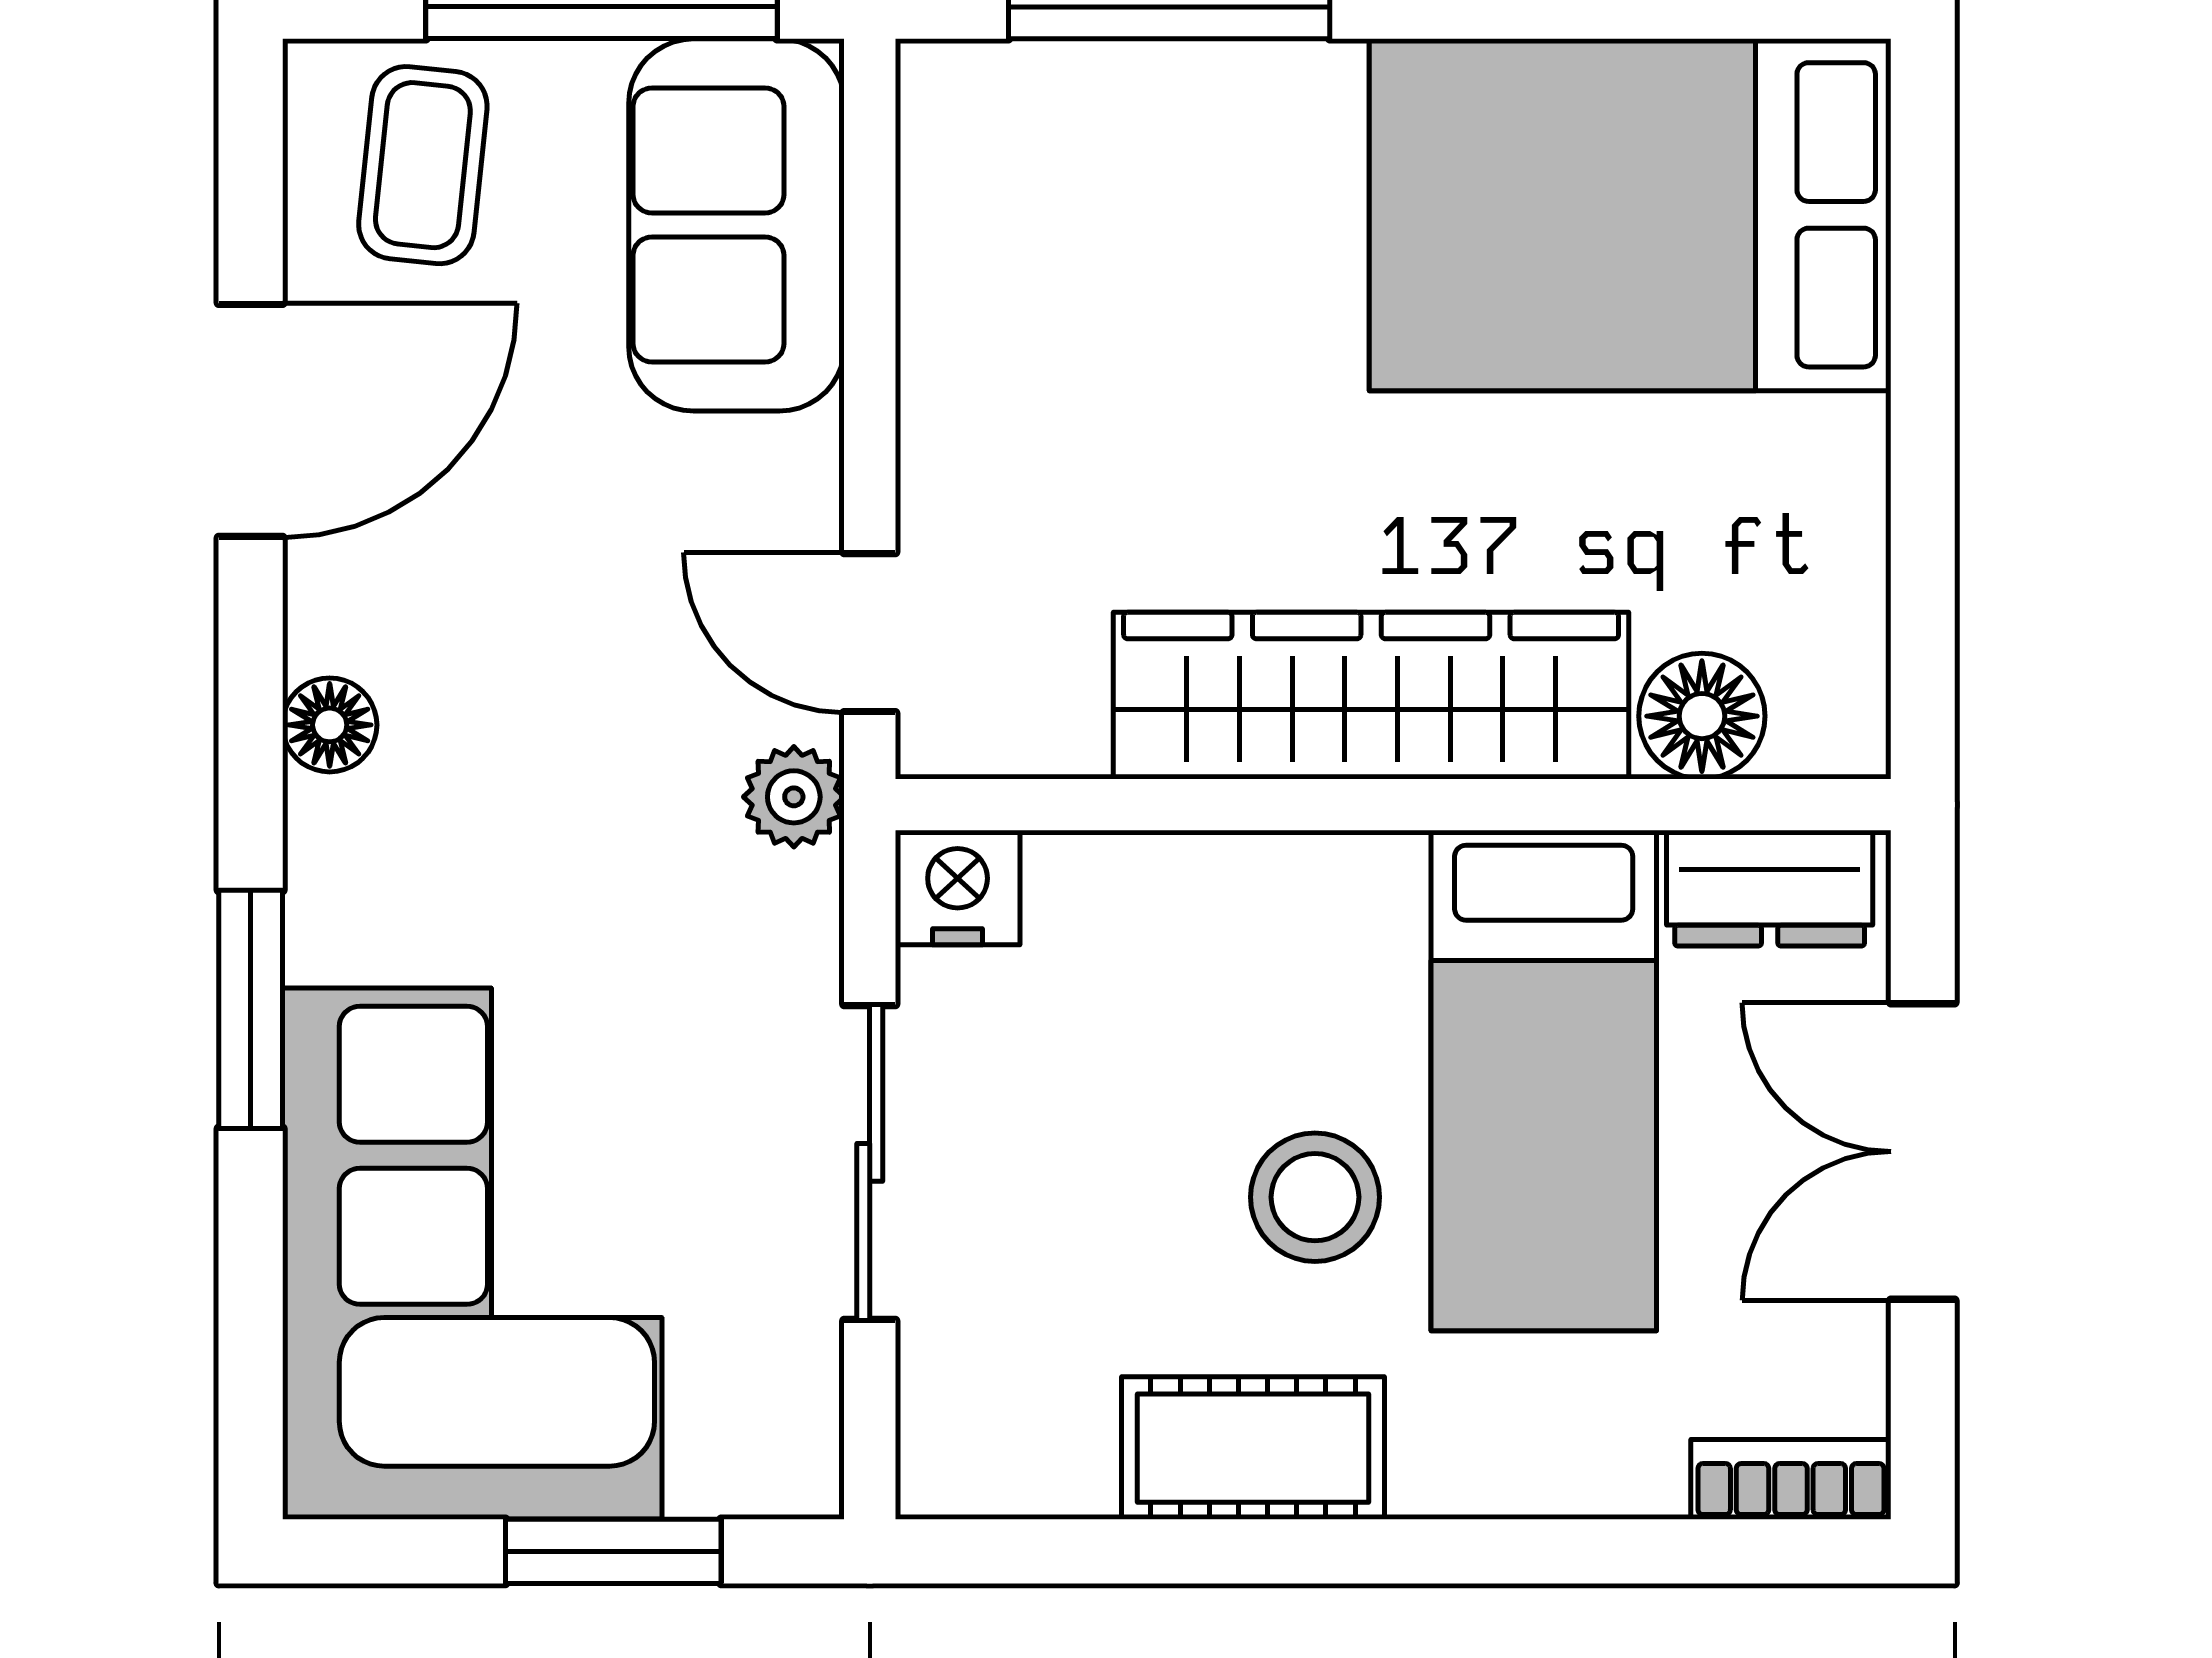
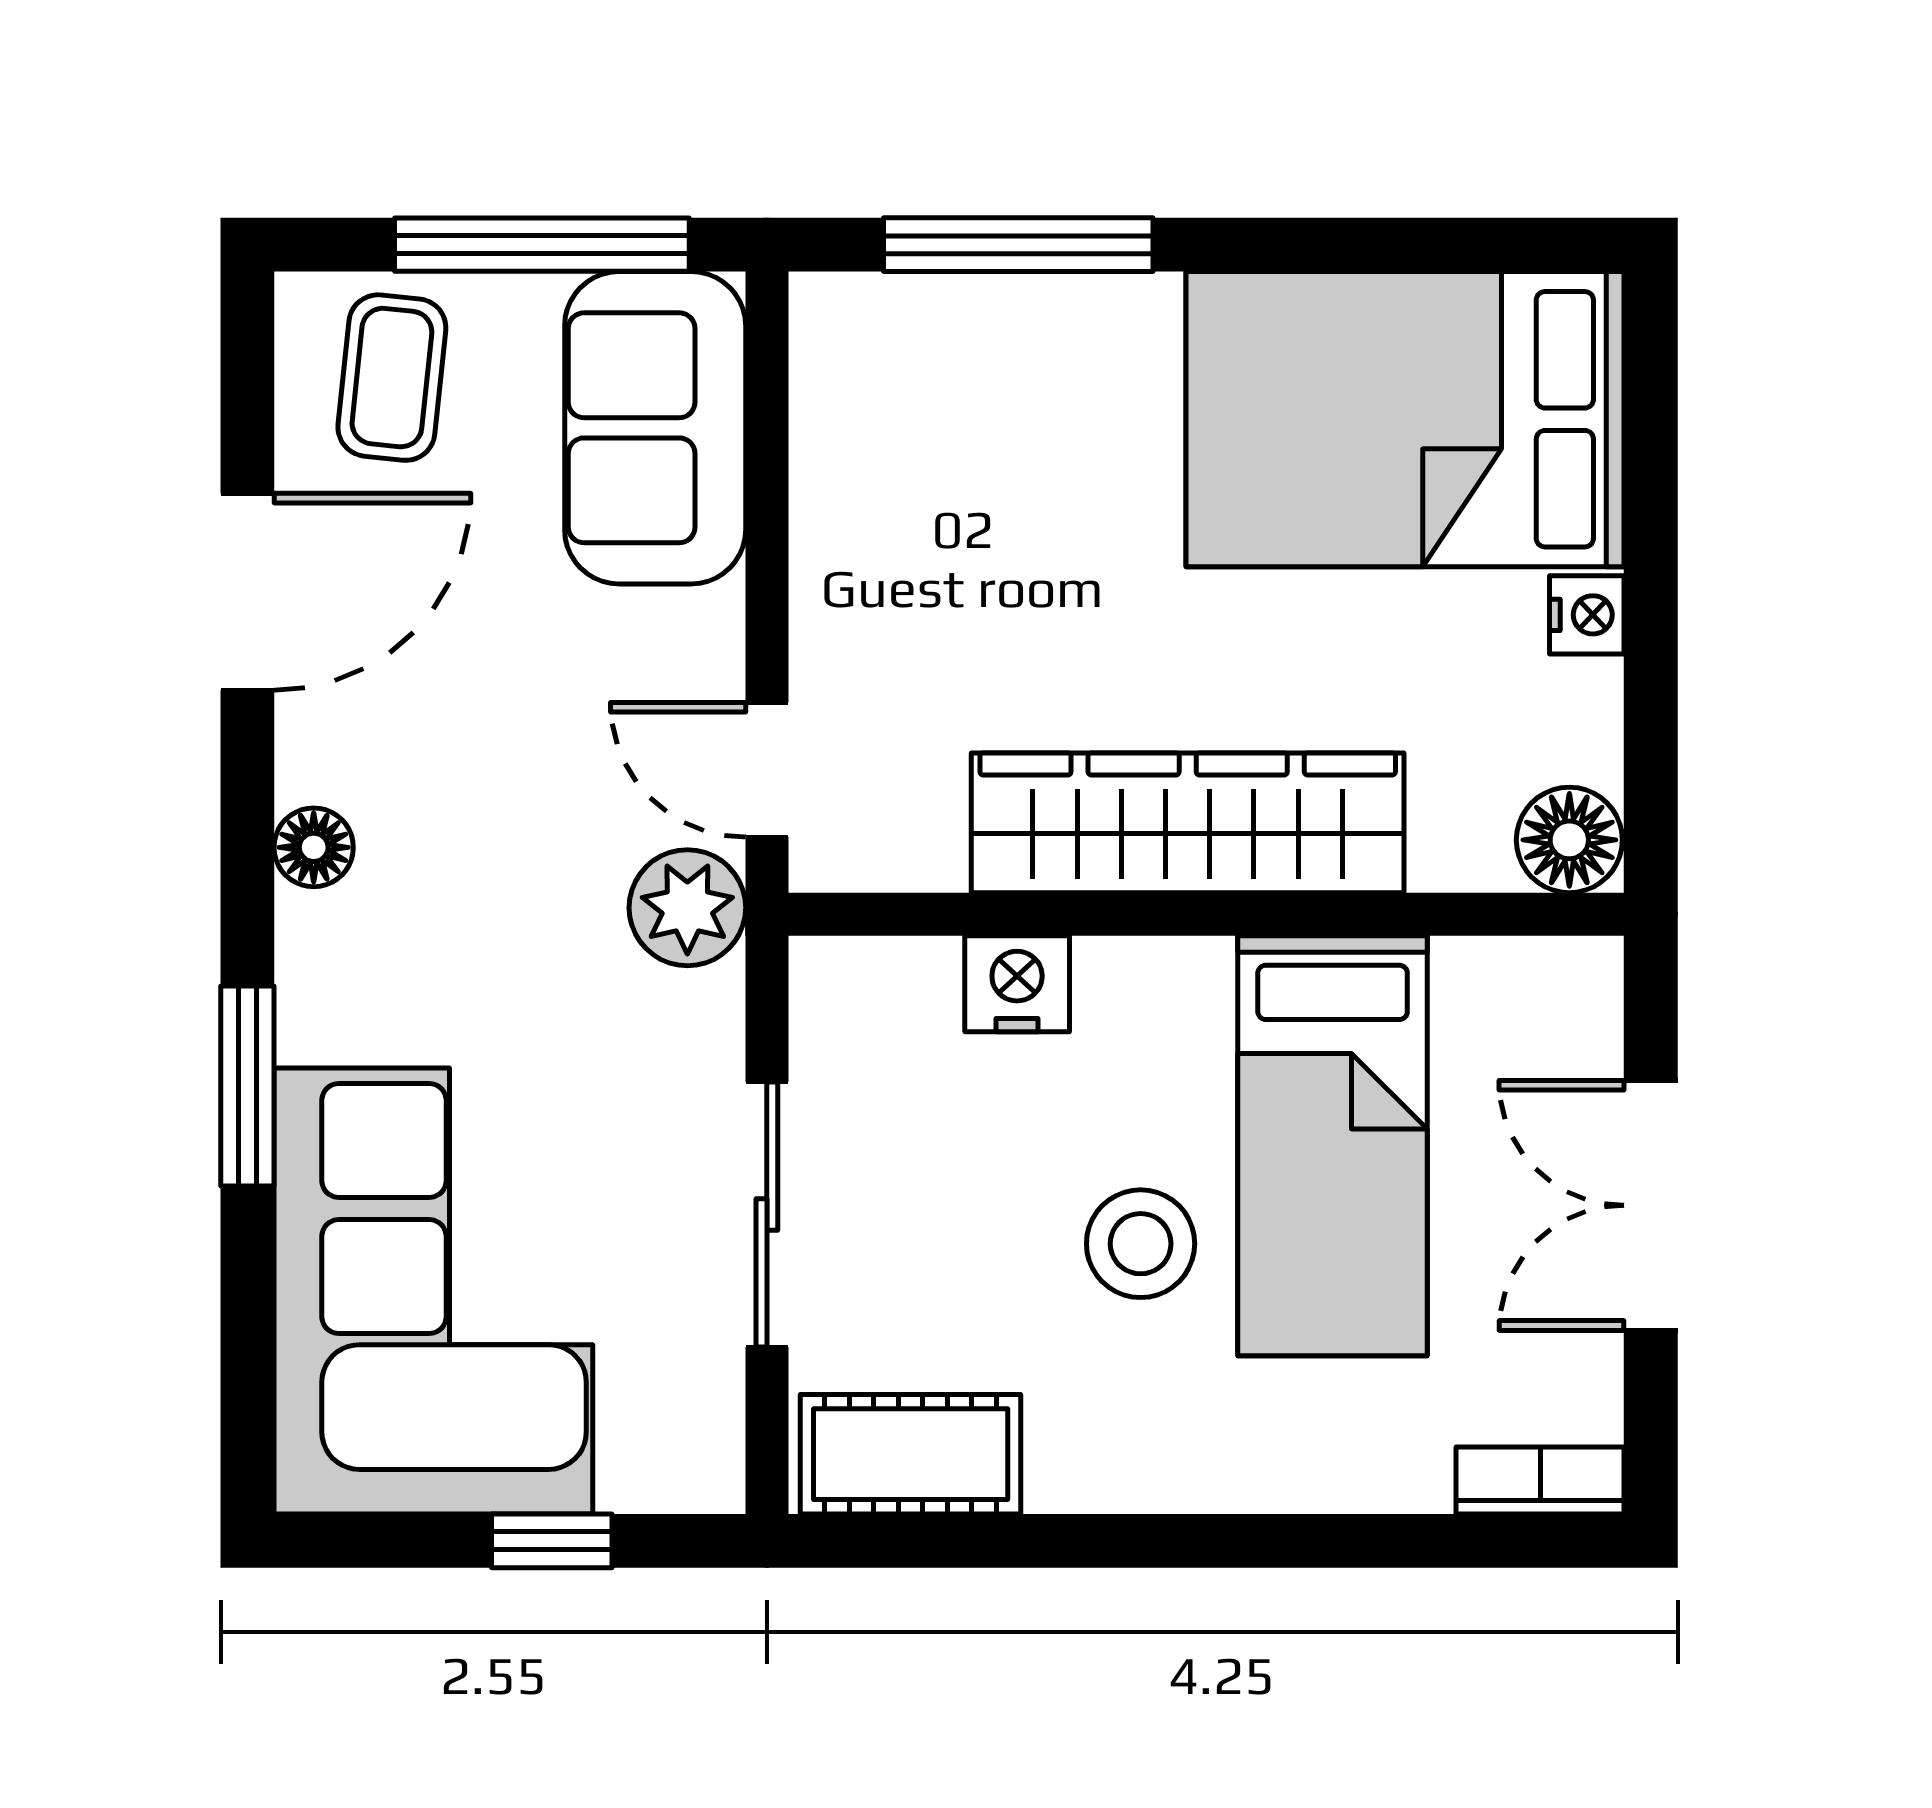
nightstand: (1847, 448) -> (1587, 615), added
floor lamp: (1702, 716) -> (1569, 840), moved
plant: (794, 797) -> (687, 908), width x1.38, depth x1.38
nightstand: (958, 887) -> (1017, 984), moved
dresser: (1770, 888) -> (1522, 984), removed
cot: (1253, 1448) -> (911, 1454), moved
window: (613, 1551) -> (552, 1541), width x0.67

